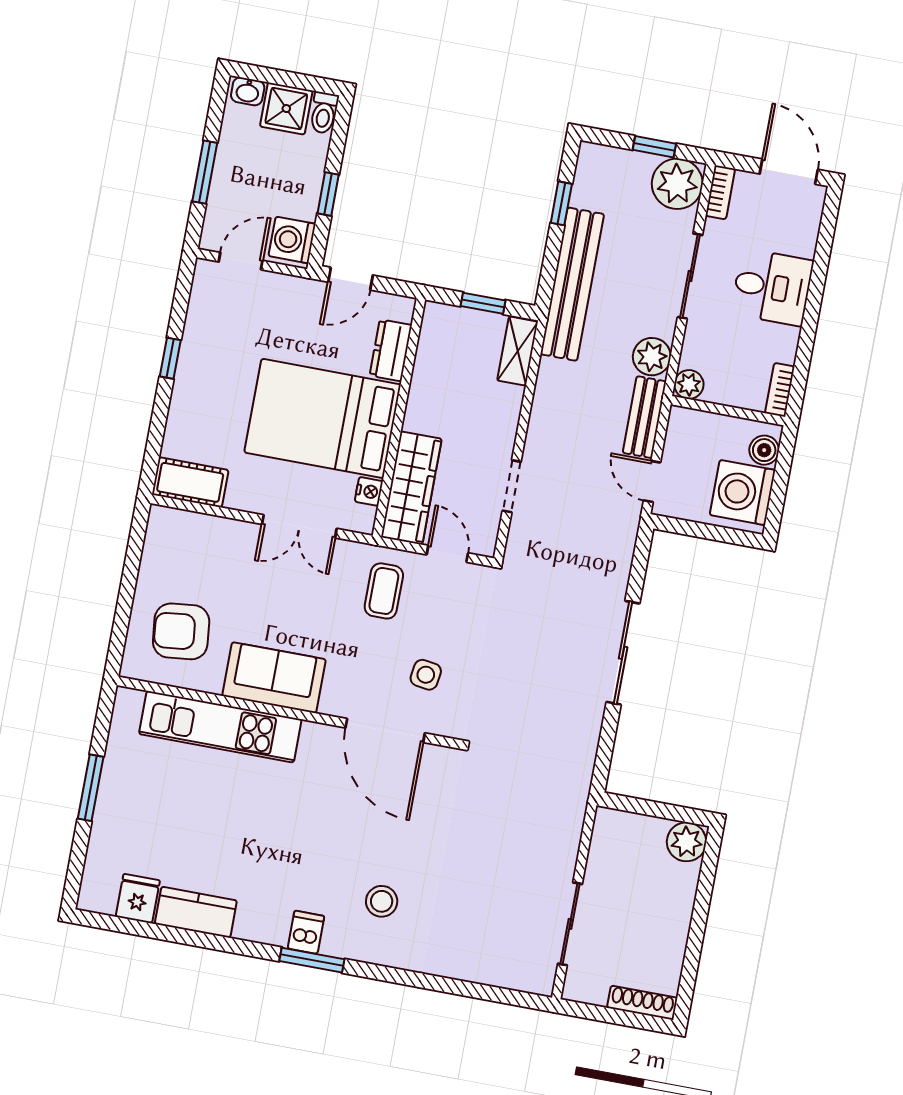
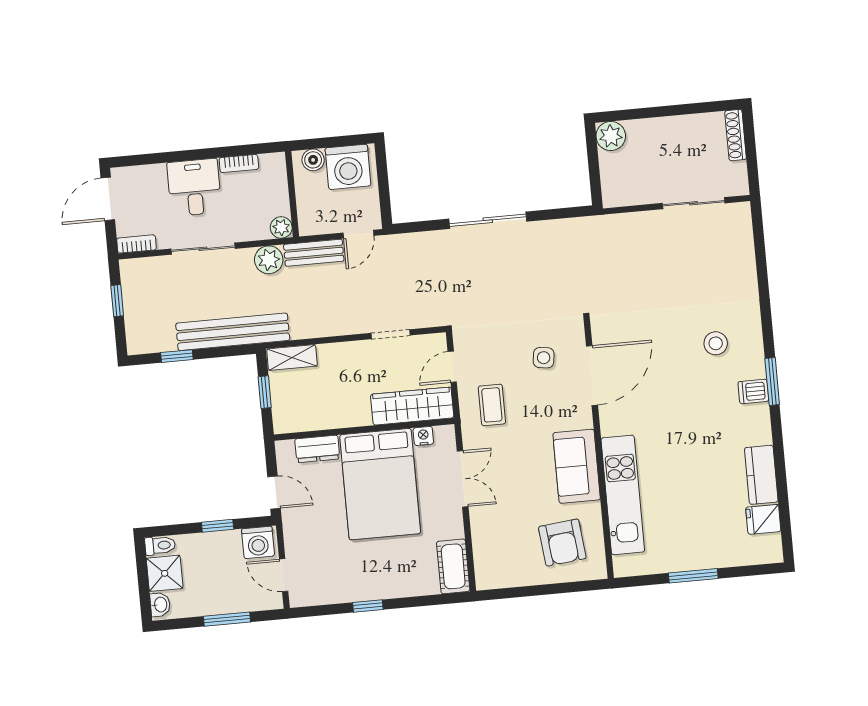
plant: (677, 184) -> (139, 277), removed
bookcase: (780, 390) -> (239, 164), moved
coffee table: (384, 591) -> (492, 405), turned 90

